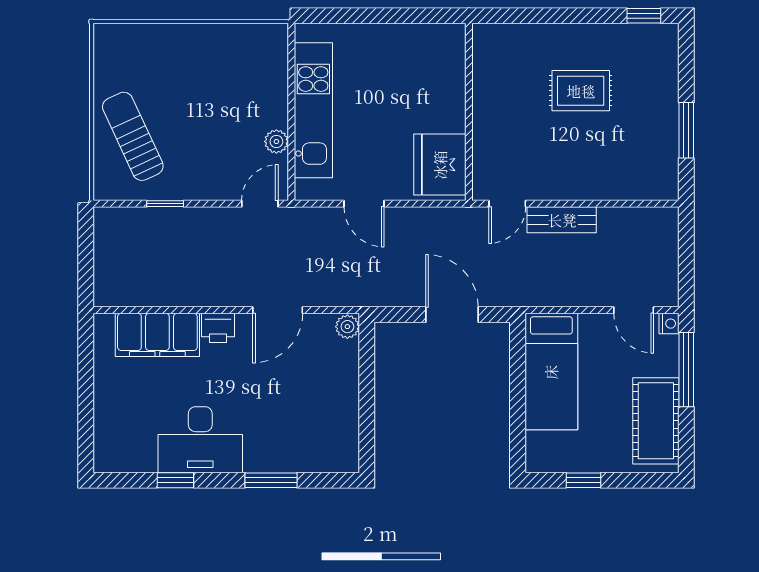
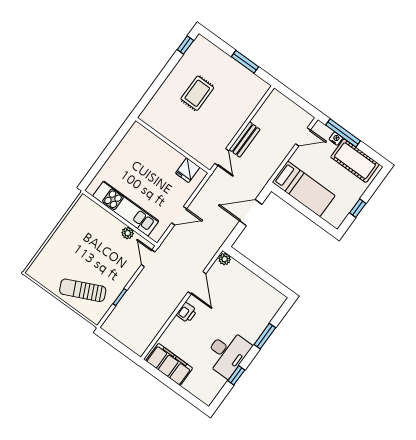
fridge: (440, 165) -> (188, 170), width x0.53, depth x0.75
nightstand: (669, 324) -> (336, 139), moved
filing cabinet: (157, 335) -> (169, 364), moved, turned -90

